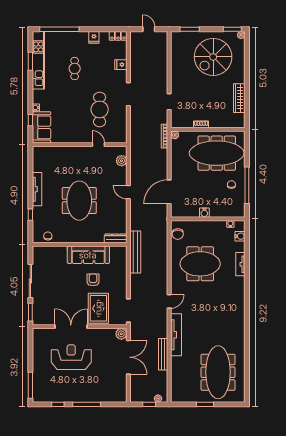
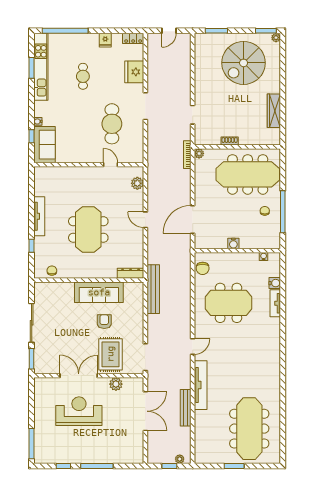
door: (149, 29) -> (169, 31), swing flipped
fridge: (121, 65) -> (134, 72), width x1.88, depth x1.34
water cooler: (240, 236) -> (275, 283), moved
plant: (121, 334) -> (116, 384), moved

